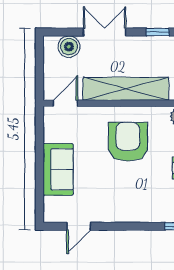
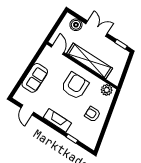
door: (65, 103) -> (58, 50), hinge flipped
fireplace: (135, 212) -> (57, 120), added
door: (79, 226) -> (27, 110), hinge flipped

